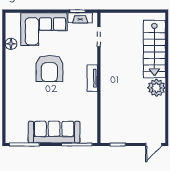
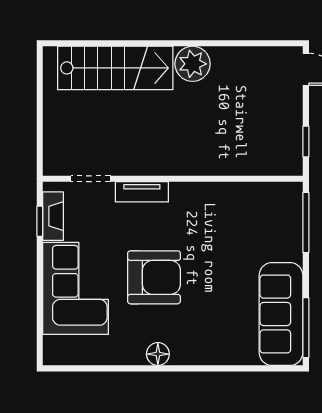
floor lamp: (11, 44) -> (158, 354), moved
tv unit: (92, 78) -> (142, 192), moved
sofa: (54, 132) -> (281, 314), moved

